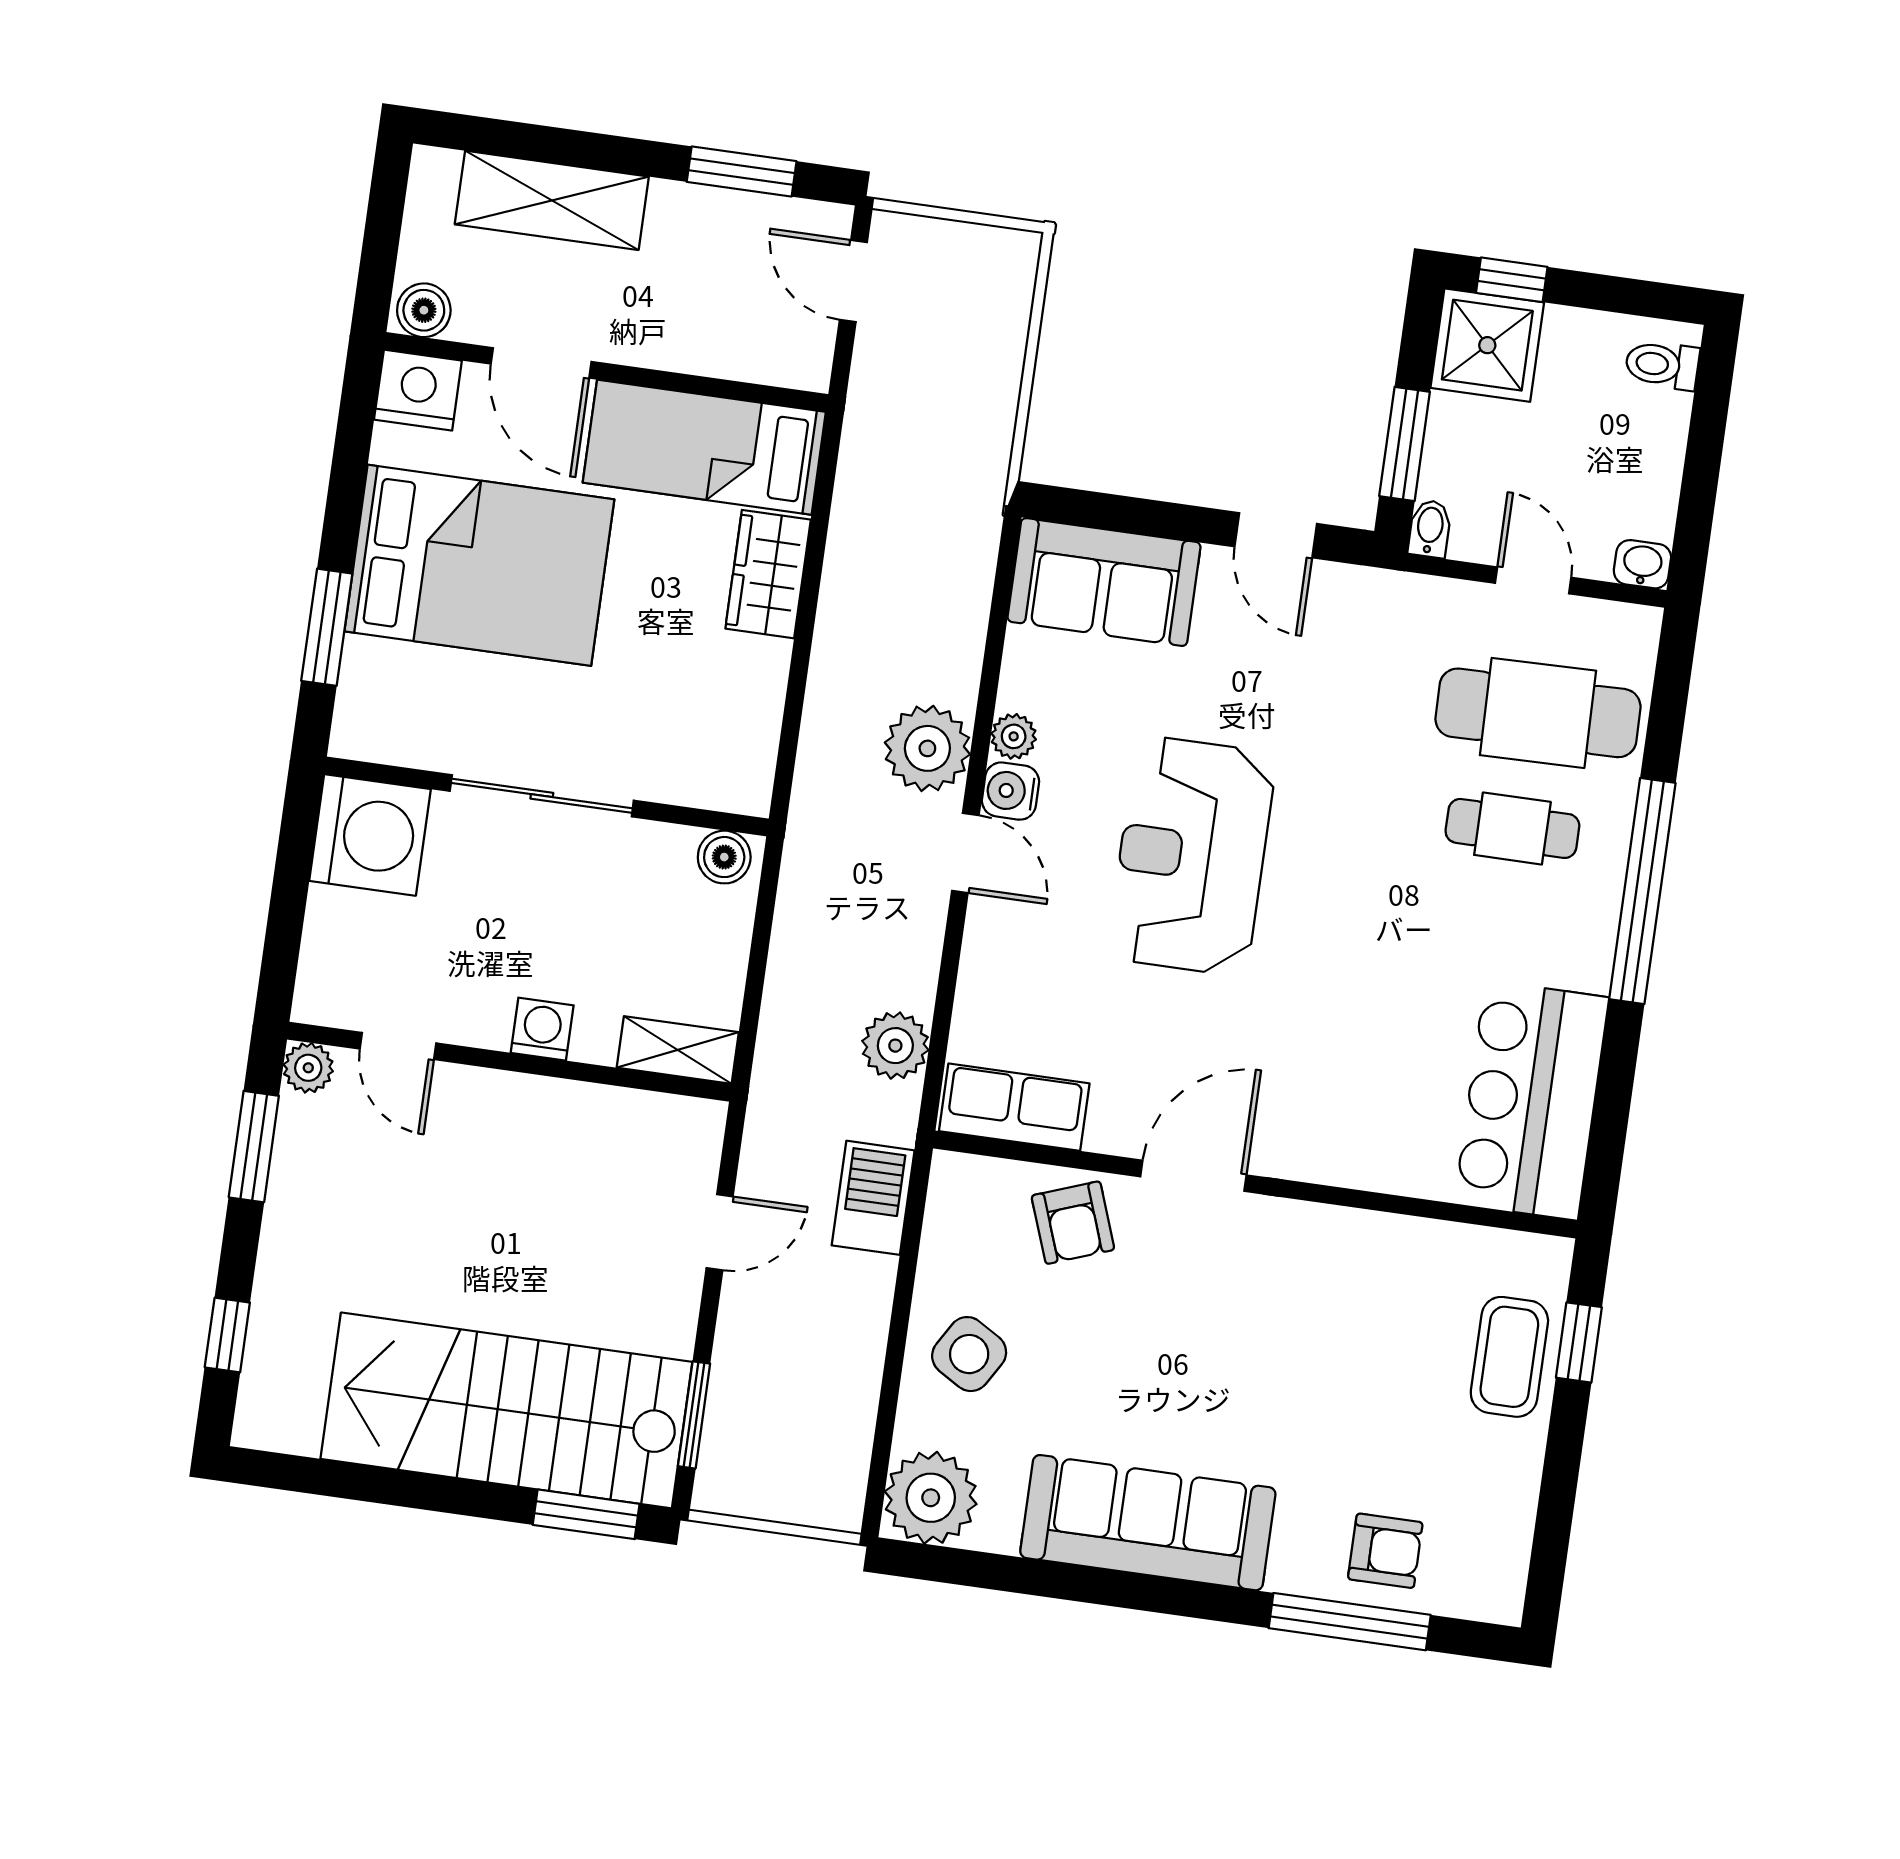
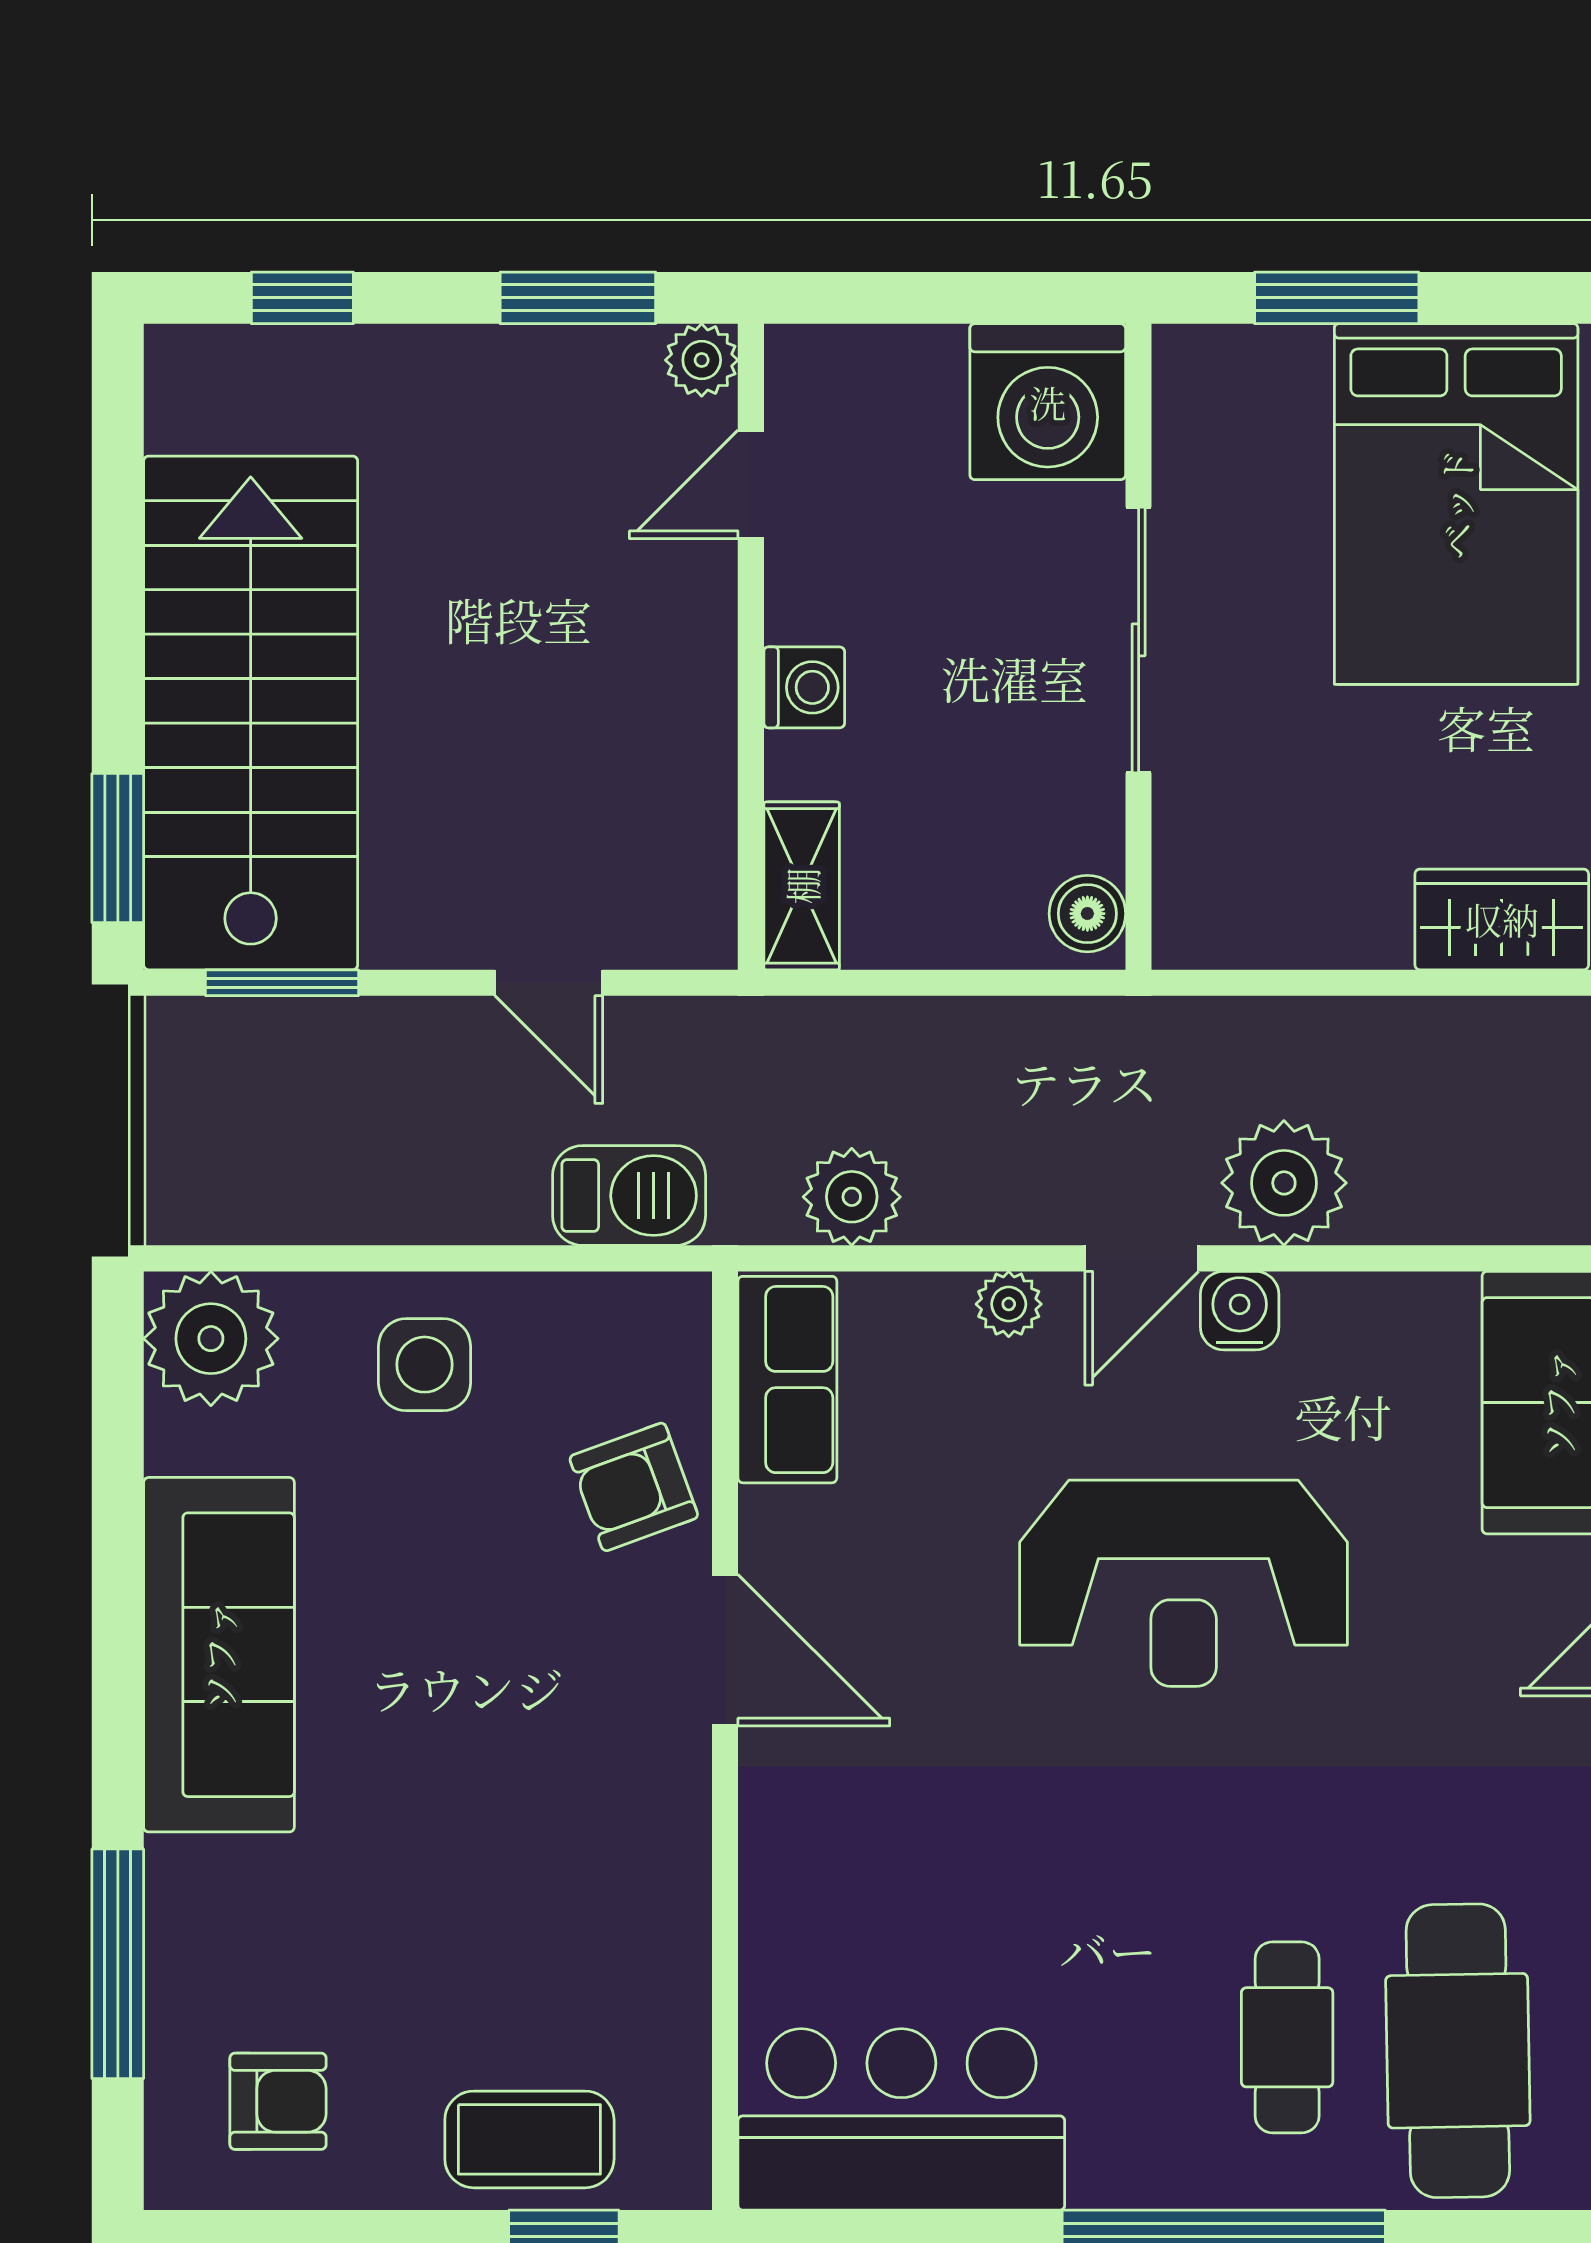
plant: (1014, 736) -> (1009, 1304), moved
reception desk: (1192, 856) -> (1184, 1583), turned 180
side table: (969, 1354) -> (425, 1365), turned -31
armchair: (1385, 1551) -> (278, 2101), moved, turned -90

